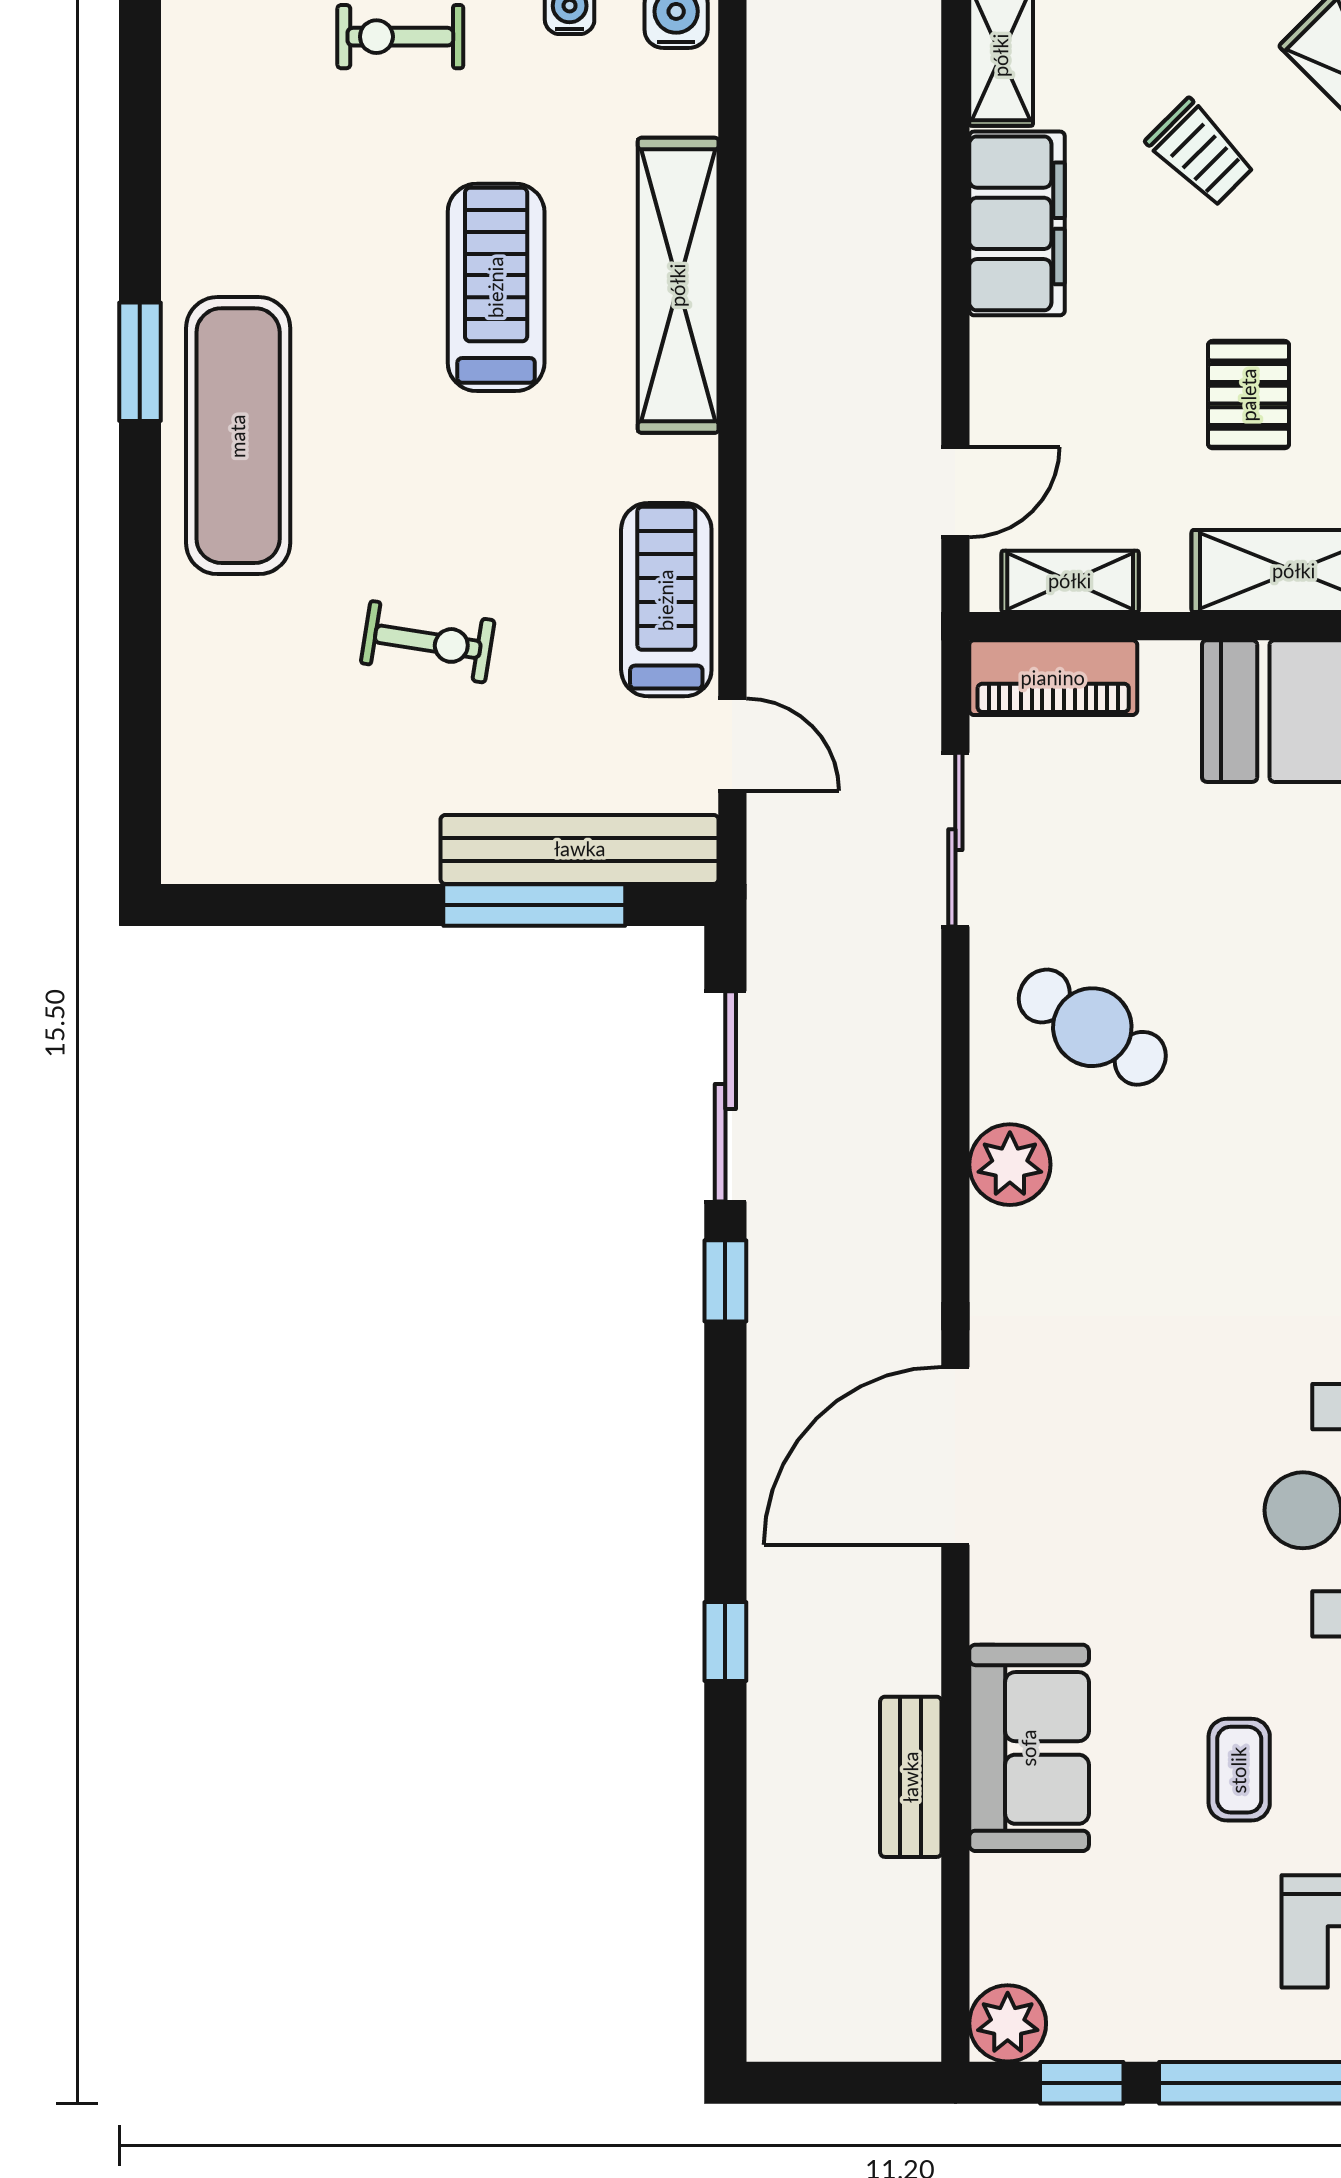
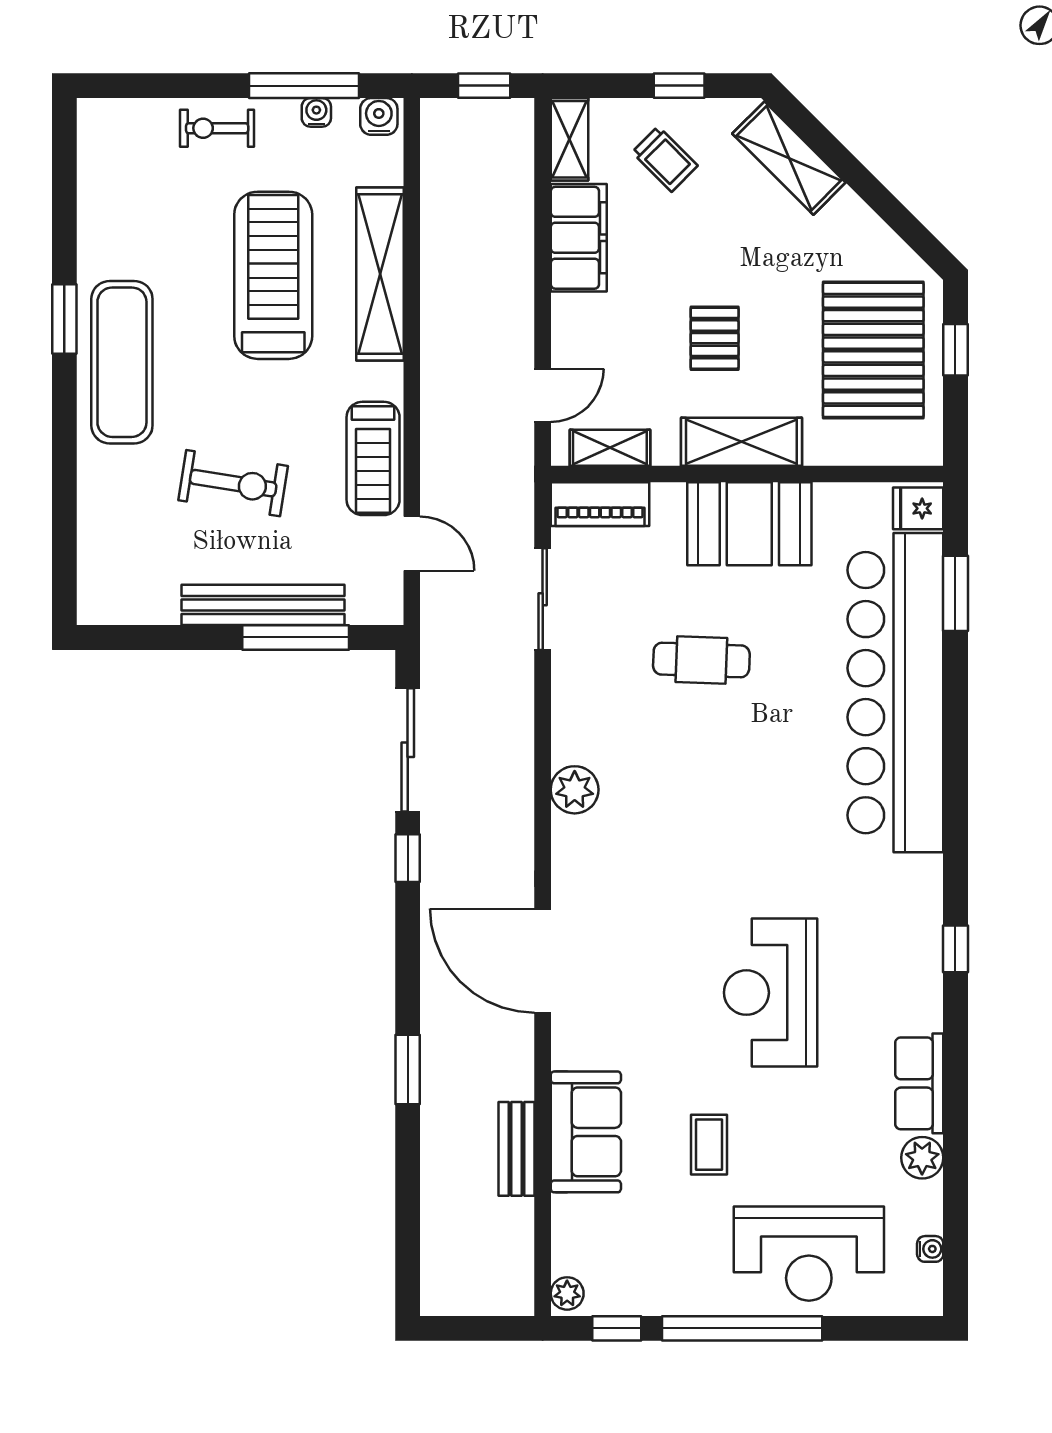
trolley: (1200, 153) -> (665, 159), moved
treadmill: (496, 287) -> (273, 275), width x1.37, depth x1.38
treadmill: (666, 600) -> (373, 458), turned 180
exercise bike: (428, 642) -> (233, 483), width x1.38, depth x1.39
bench: (580, 849) -> (263, 605), moved
cafe table: (1092, 1027) -> (701, 660), moved, turned -31
door: (955, 1456) -> (543, 961), hinge flipped
window: (725, 1642) -> (408, 1069), width x1.50
plant: (1008, 2023) -> (567, 1293), width x0.73, depth x0.73

